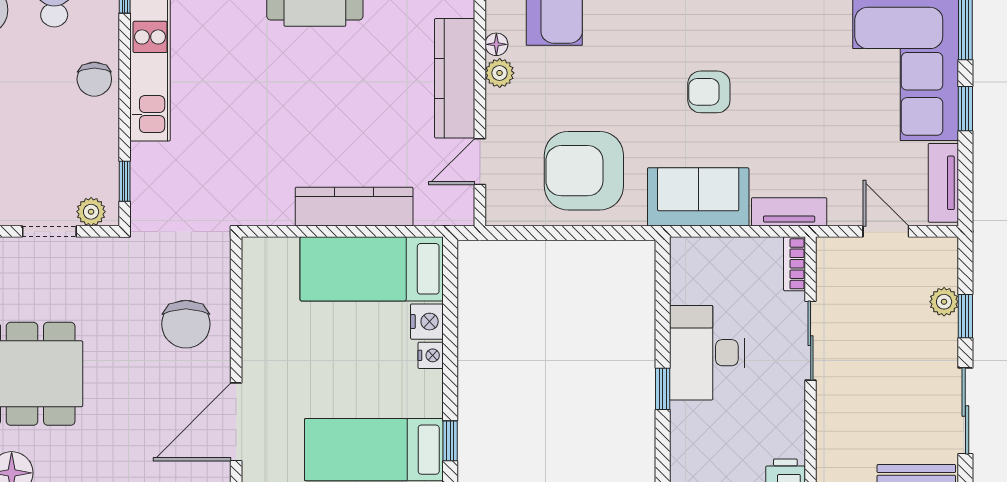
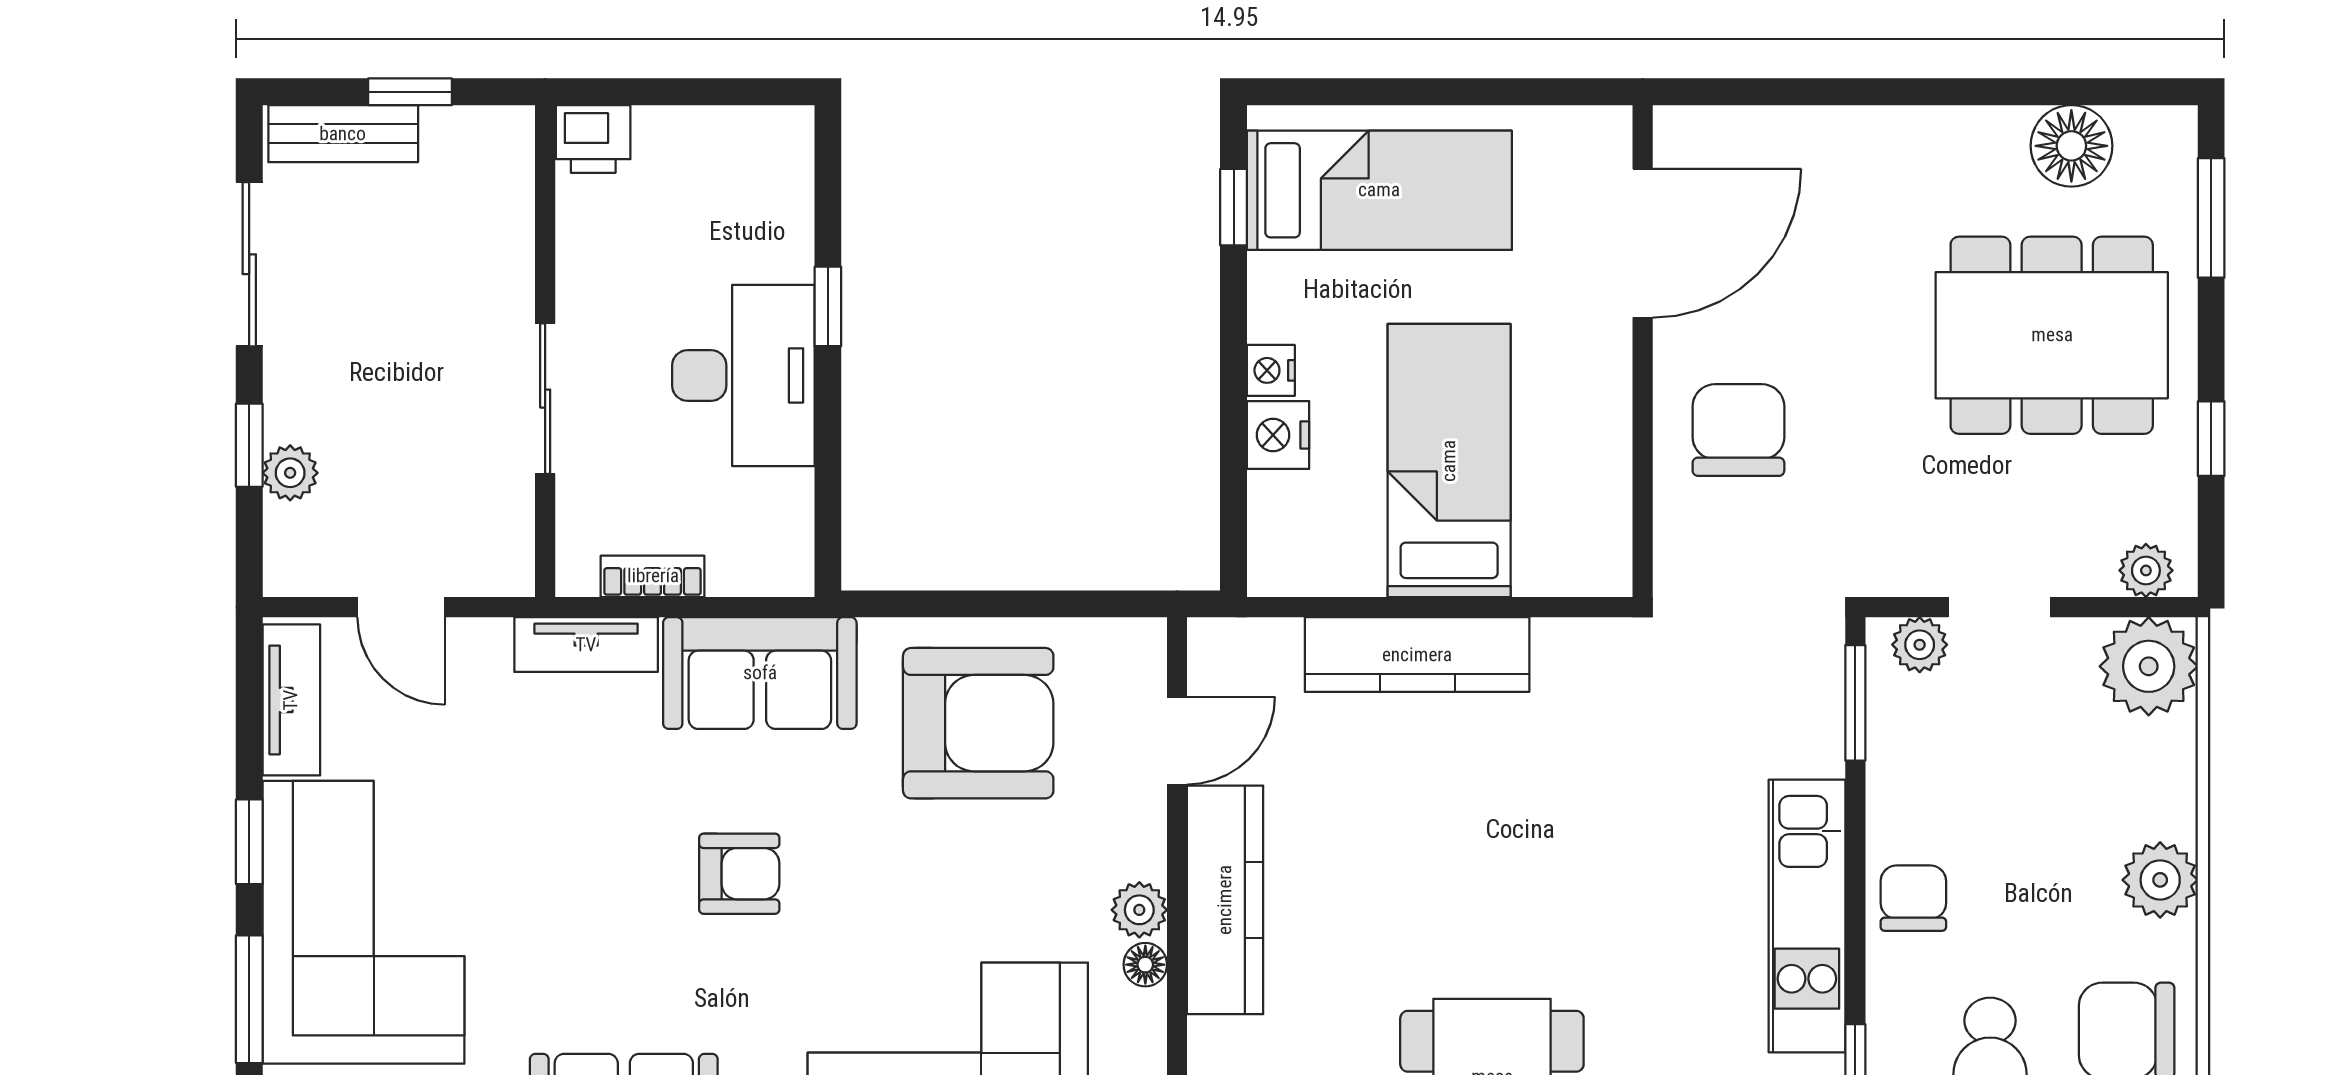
window: (125, 181) -> (1855, 703), width x1.50
bookcase: (794, 264) -> (653, 576), moved, turned -90
bed: (372, 269) -> (1449, 461), moved, turned -90

